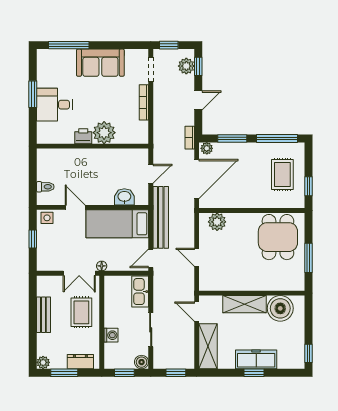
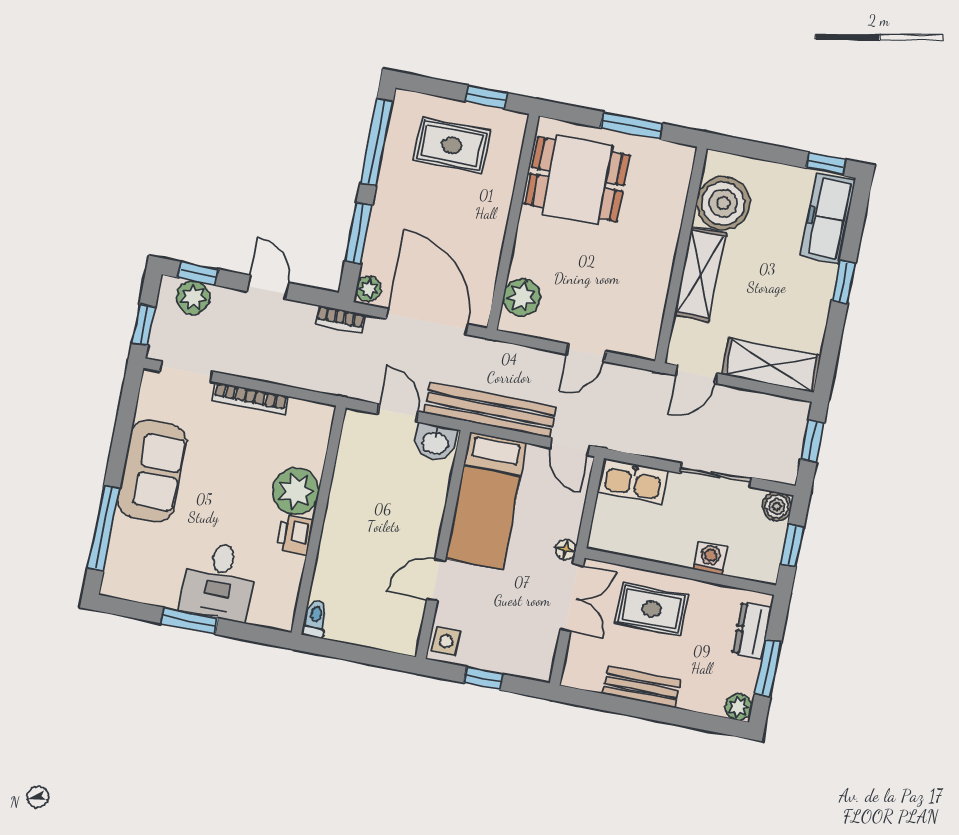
toilet: (45, 187) -> (315, 619), moved
washbasin: (124, 197) -> (435, 442), moved, turned -90
freezer: (256, 359) -> (828, 218), moved

